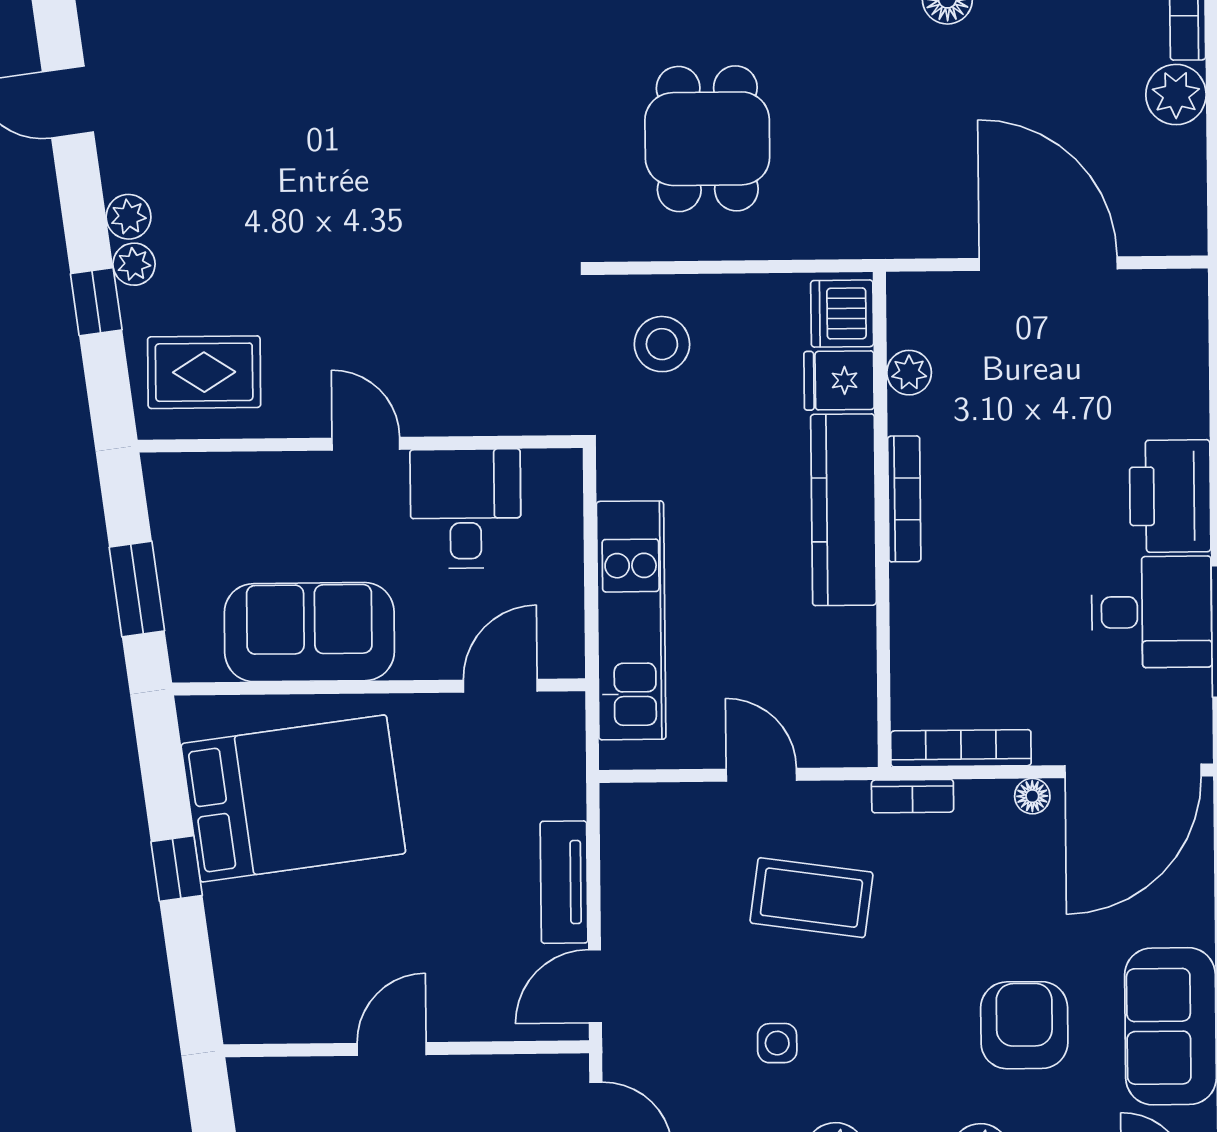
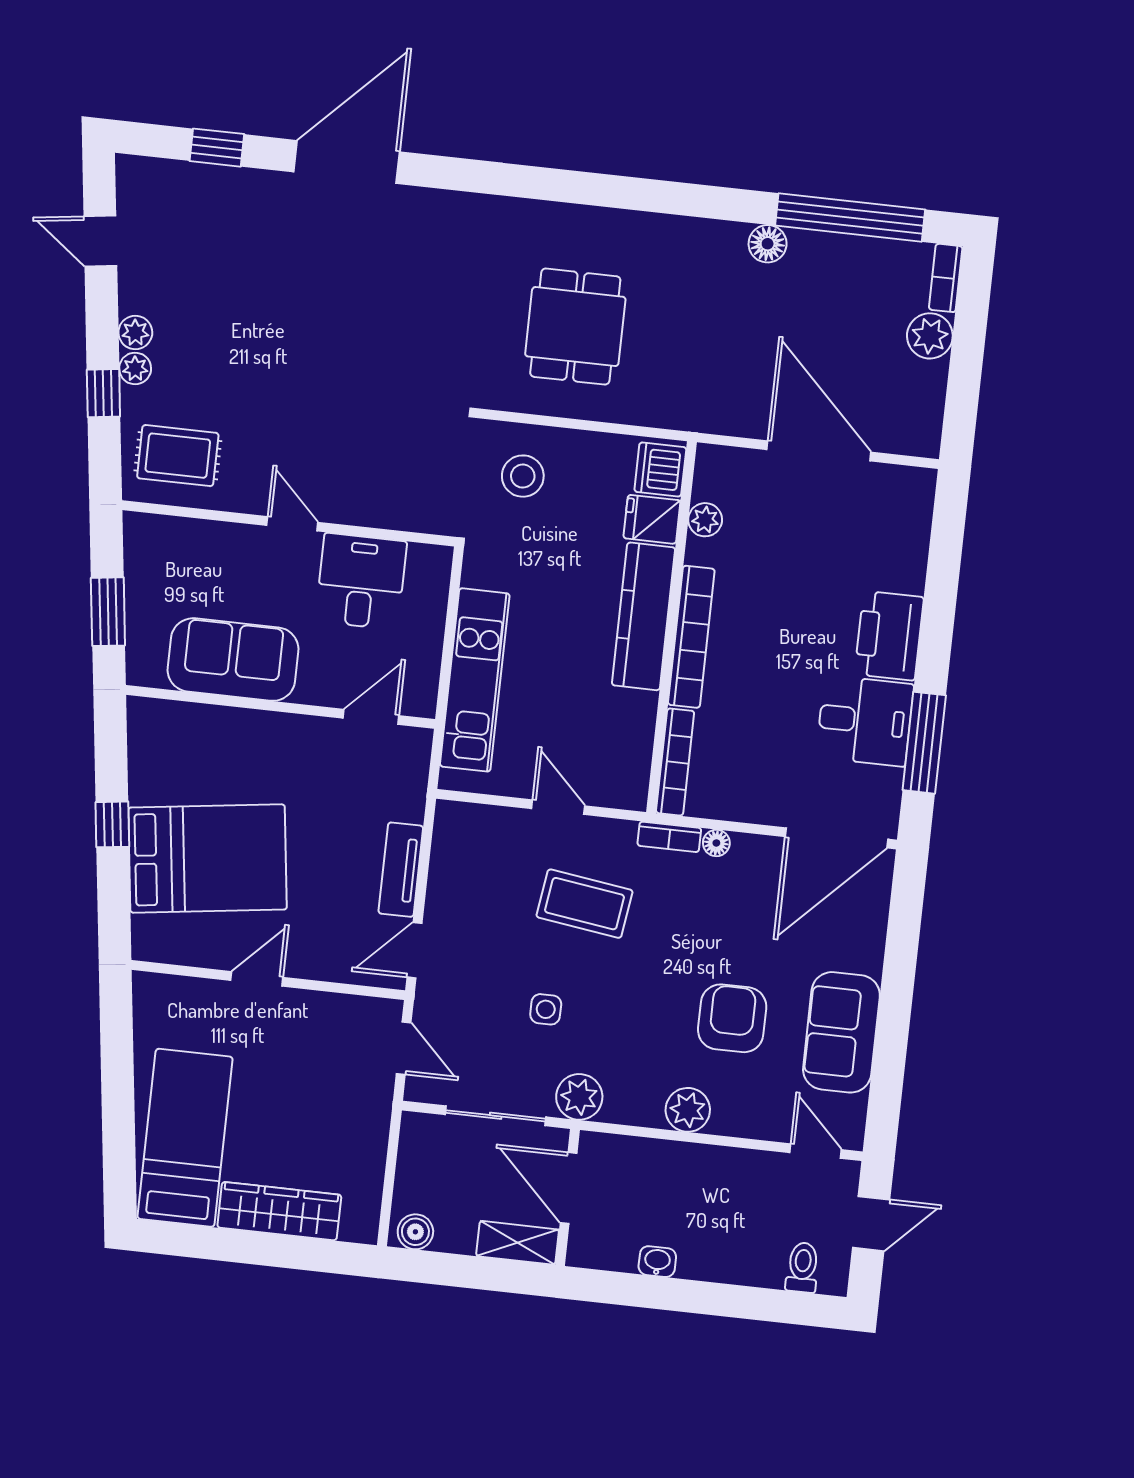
bookcase: (904, 499) -> (691, 637), width x1.48, depth x1.31
bookcase: (961, 748) -> (675, 762), moved, turned 90
floor lamp: (1032, 796) -> (716, 843), moved
bed: (293, 798) -> (208, 858), moved

